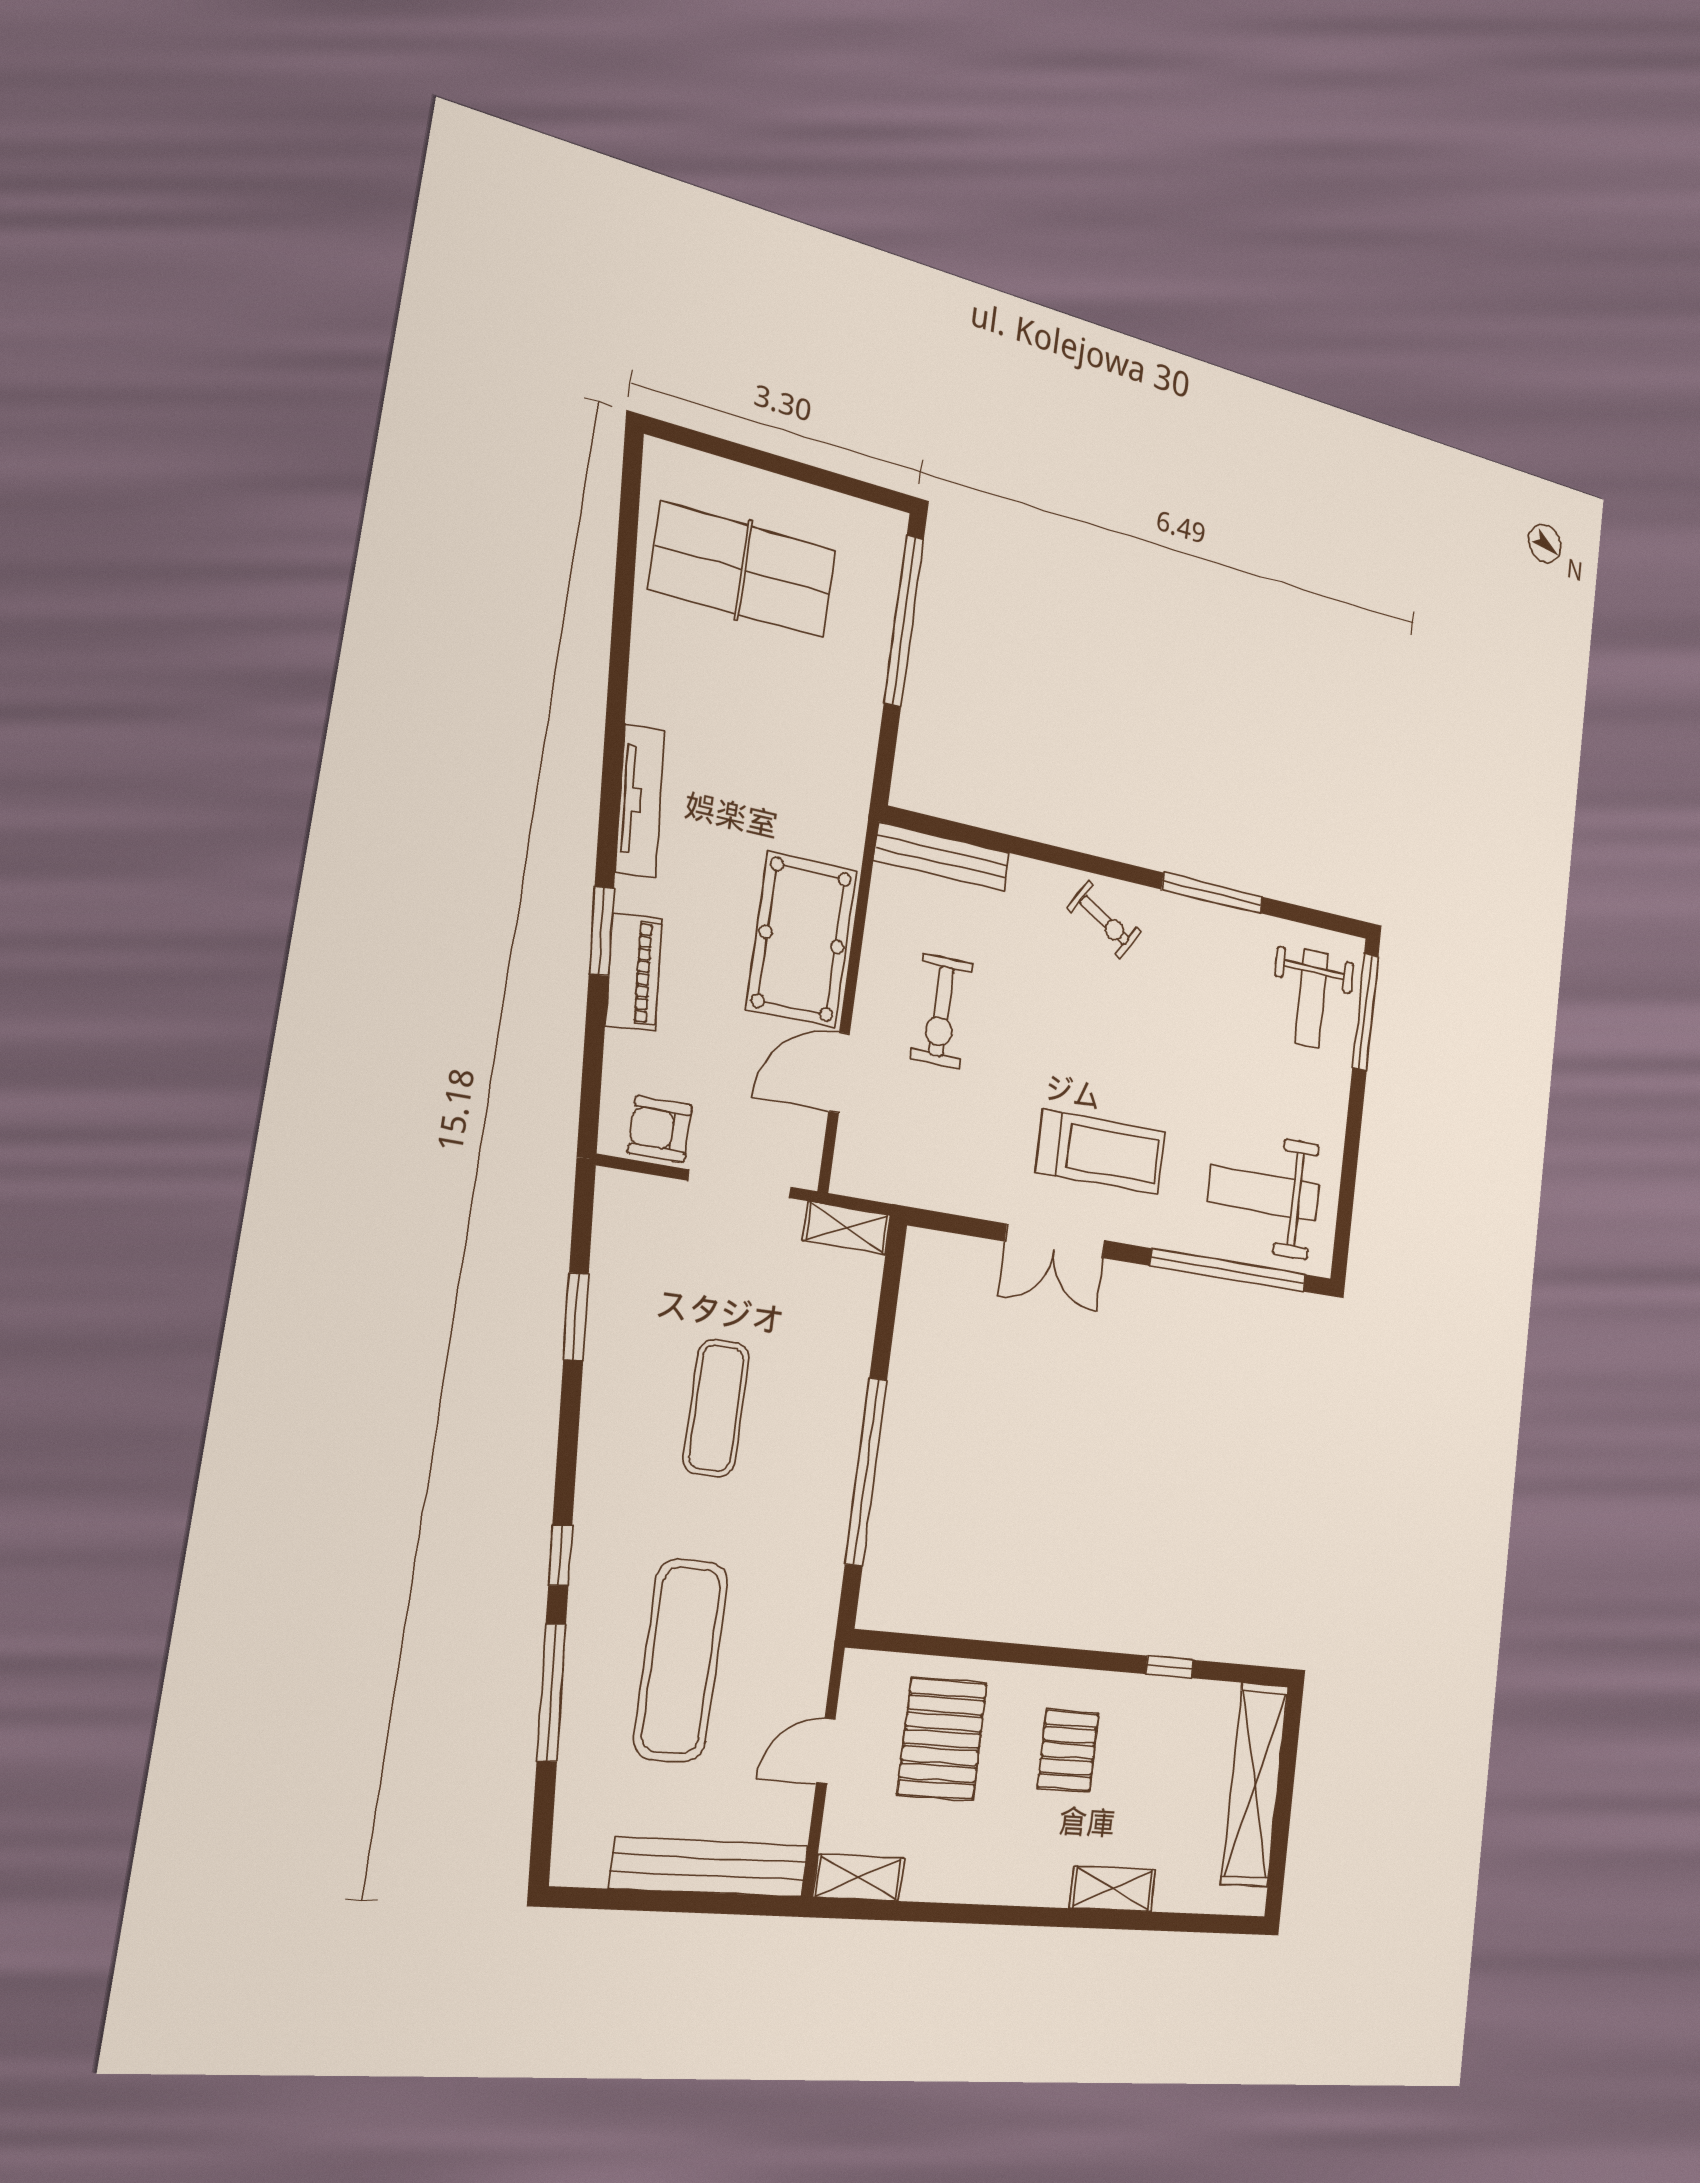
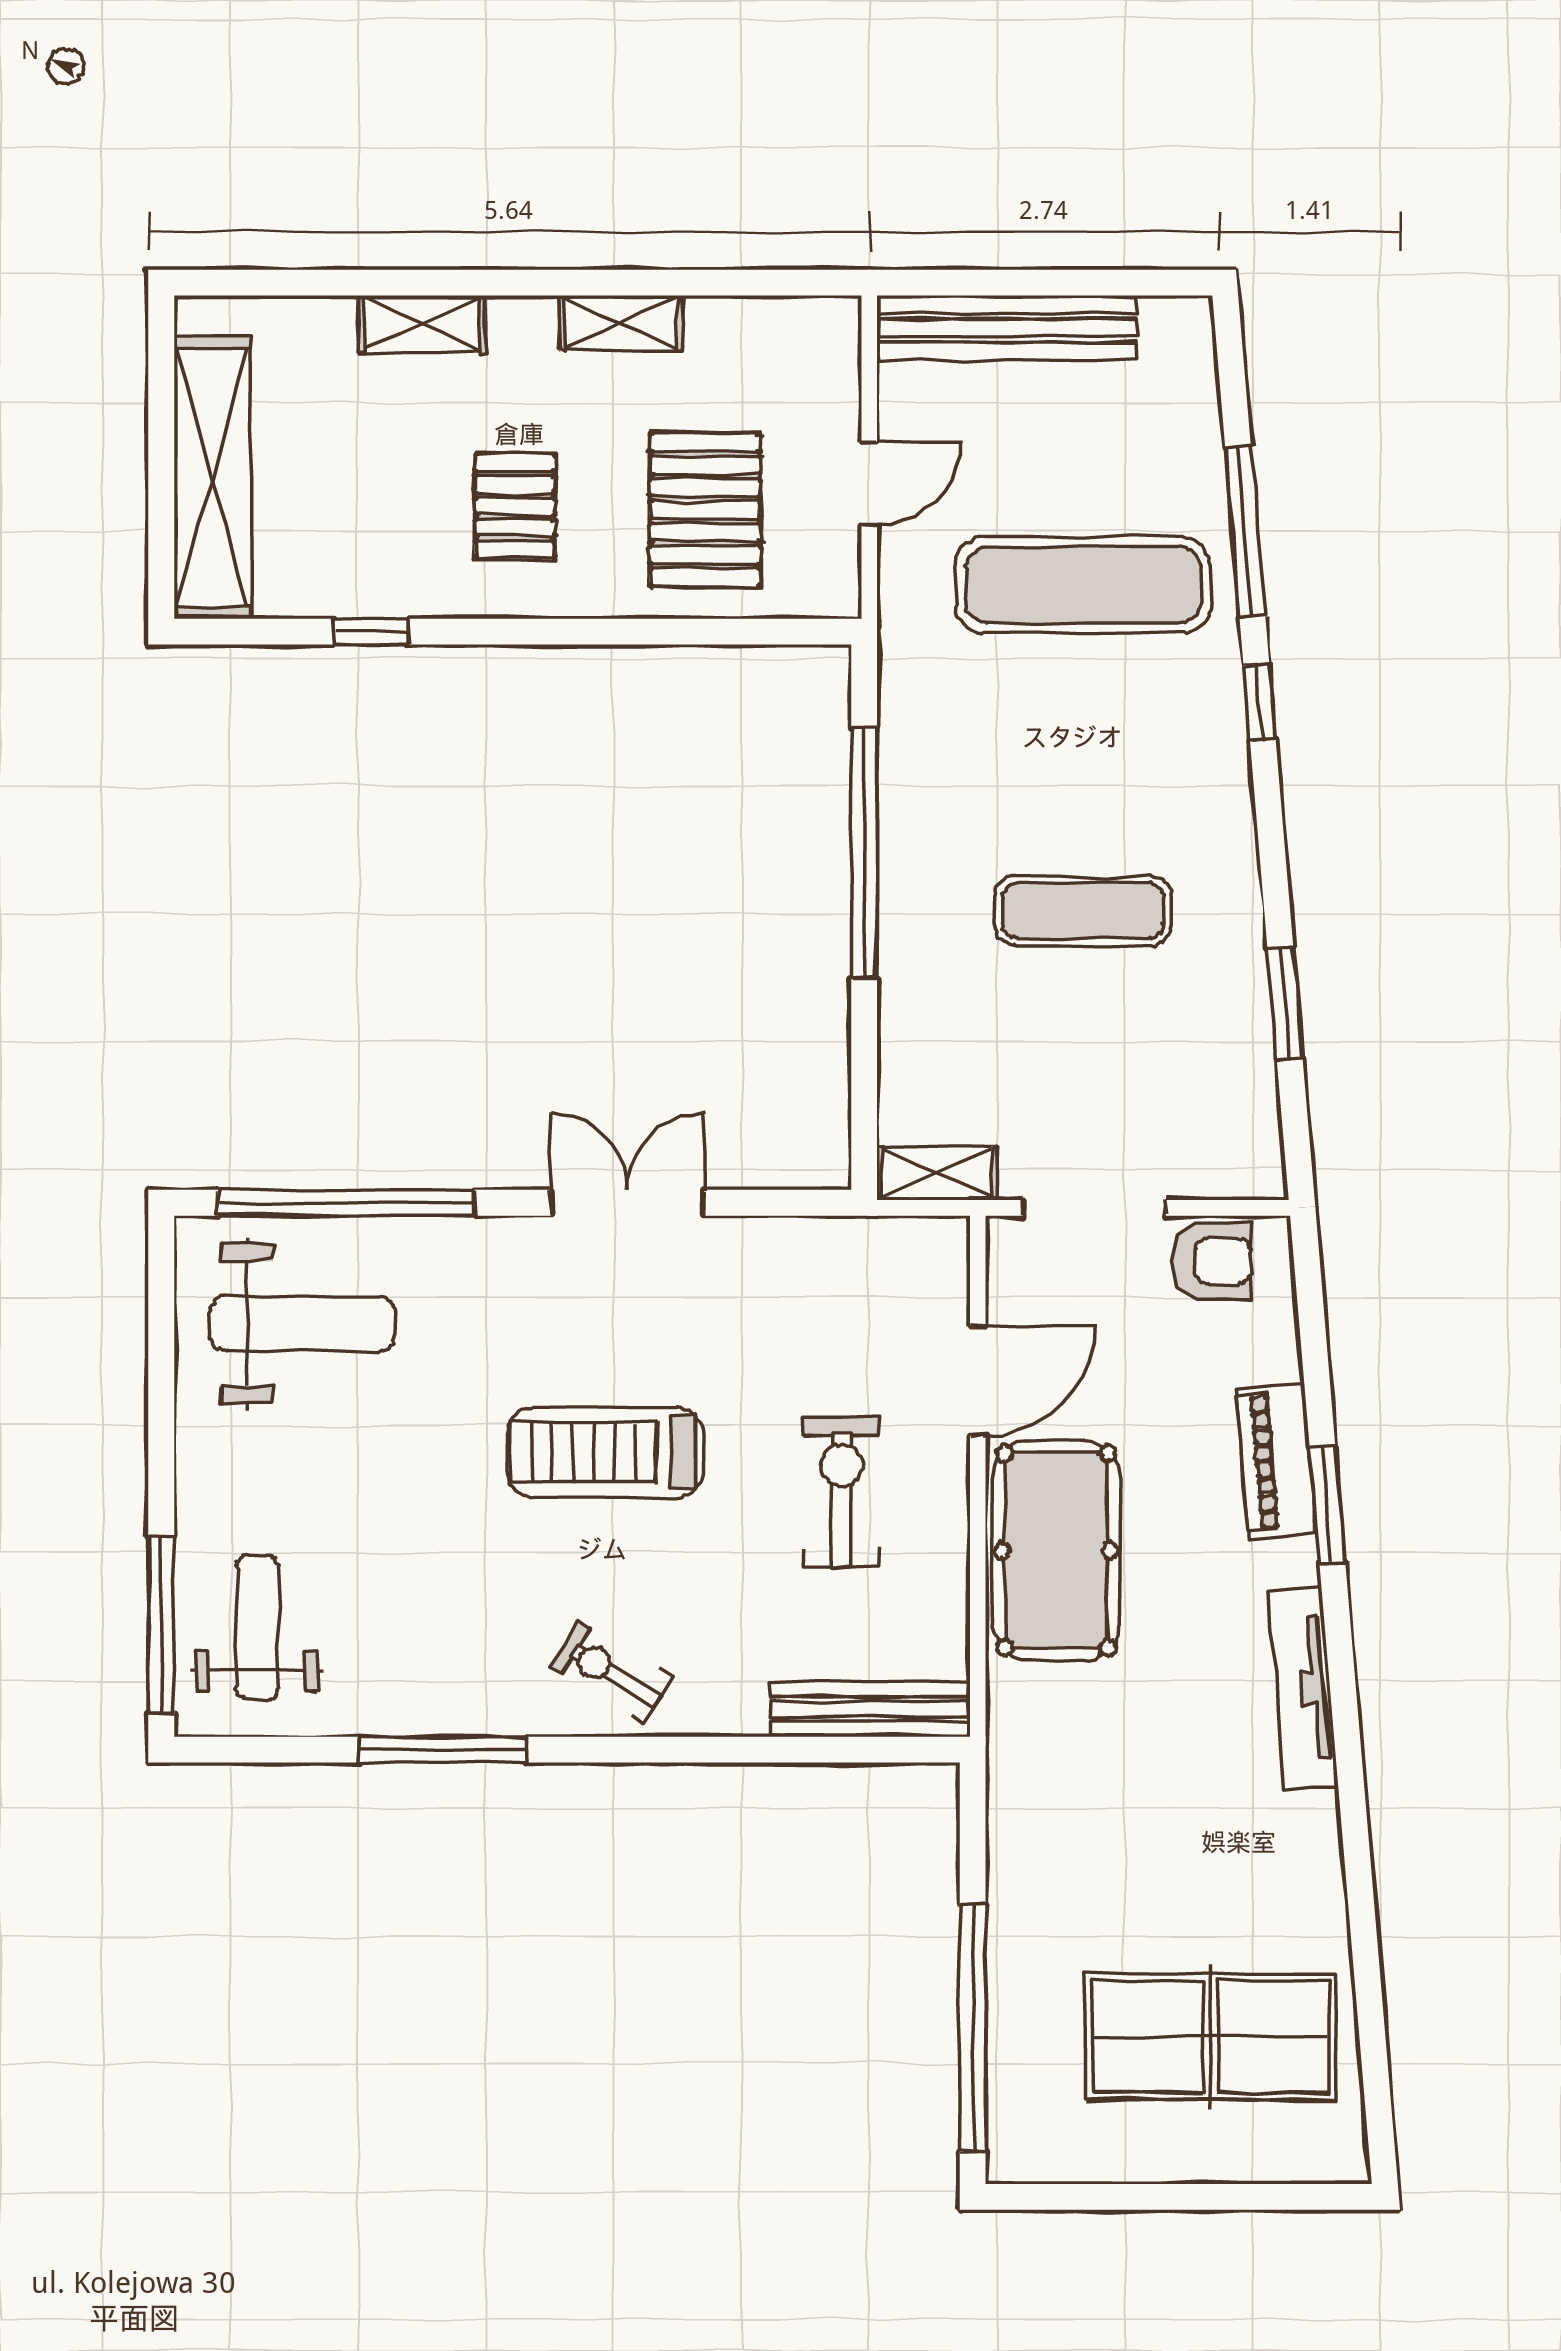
treadmill: (1101, 1152) -> (605, 1452), moved
exercise mat: (716, 1408) -> (1083, 911), turned 90
exercise mat: (681, 1660) -> (1083, 585), turned 90
shelving: (859, 1878) -> (621, 323), moved

